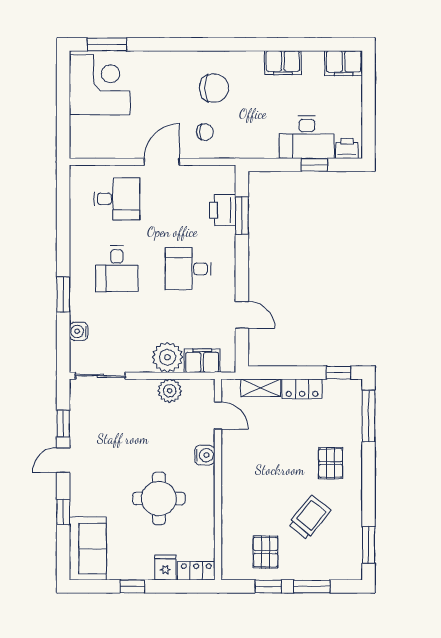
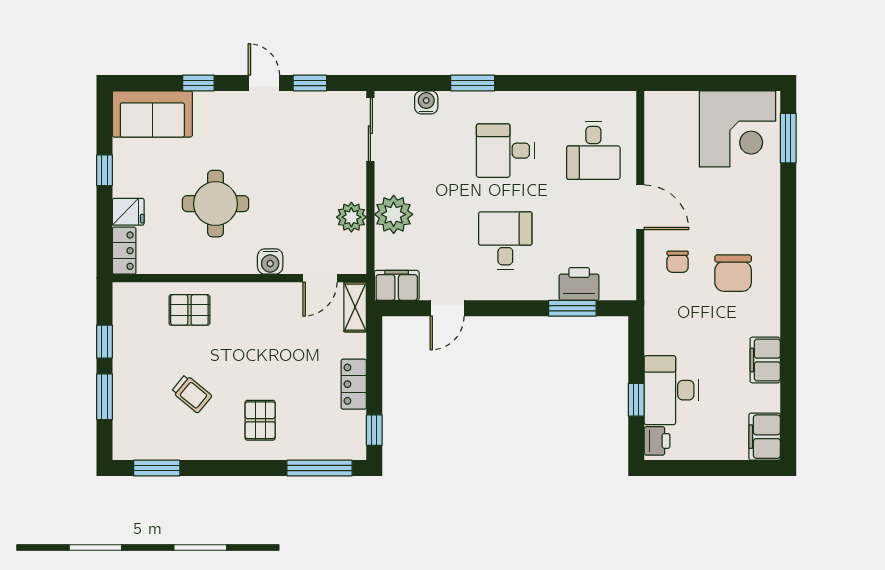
filing cabinet: (202, 361) -> (397, 285), moved, turned -90
shelving: (261, 388) -> (355, 307), moved
pallet: (331, 463) -> (260, 420), turned 90
trolley: (310, 517) -> (192, 394), width x0.73, depth x0.72
pallet: (265, 552) -> (189, 310), moved

